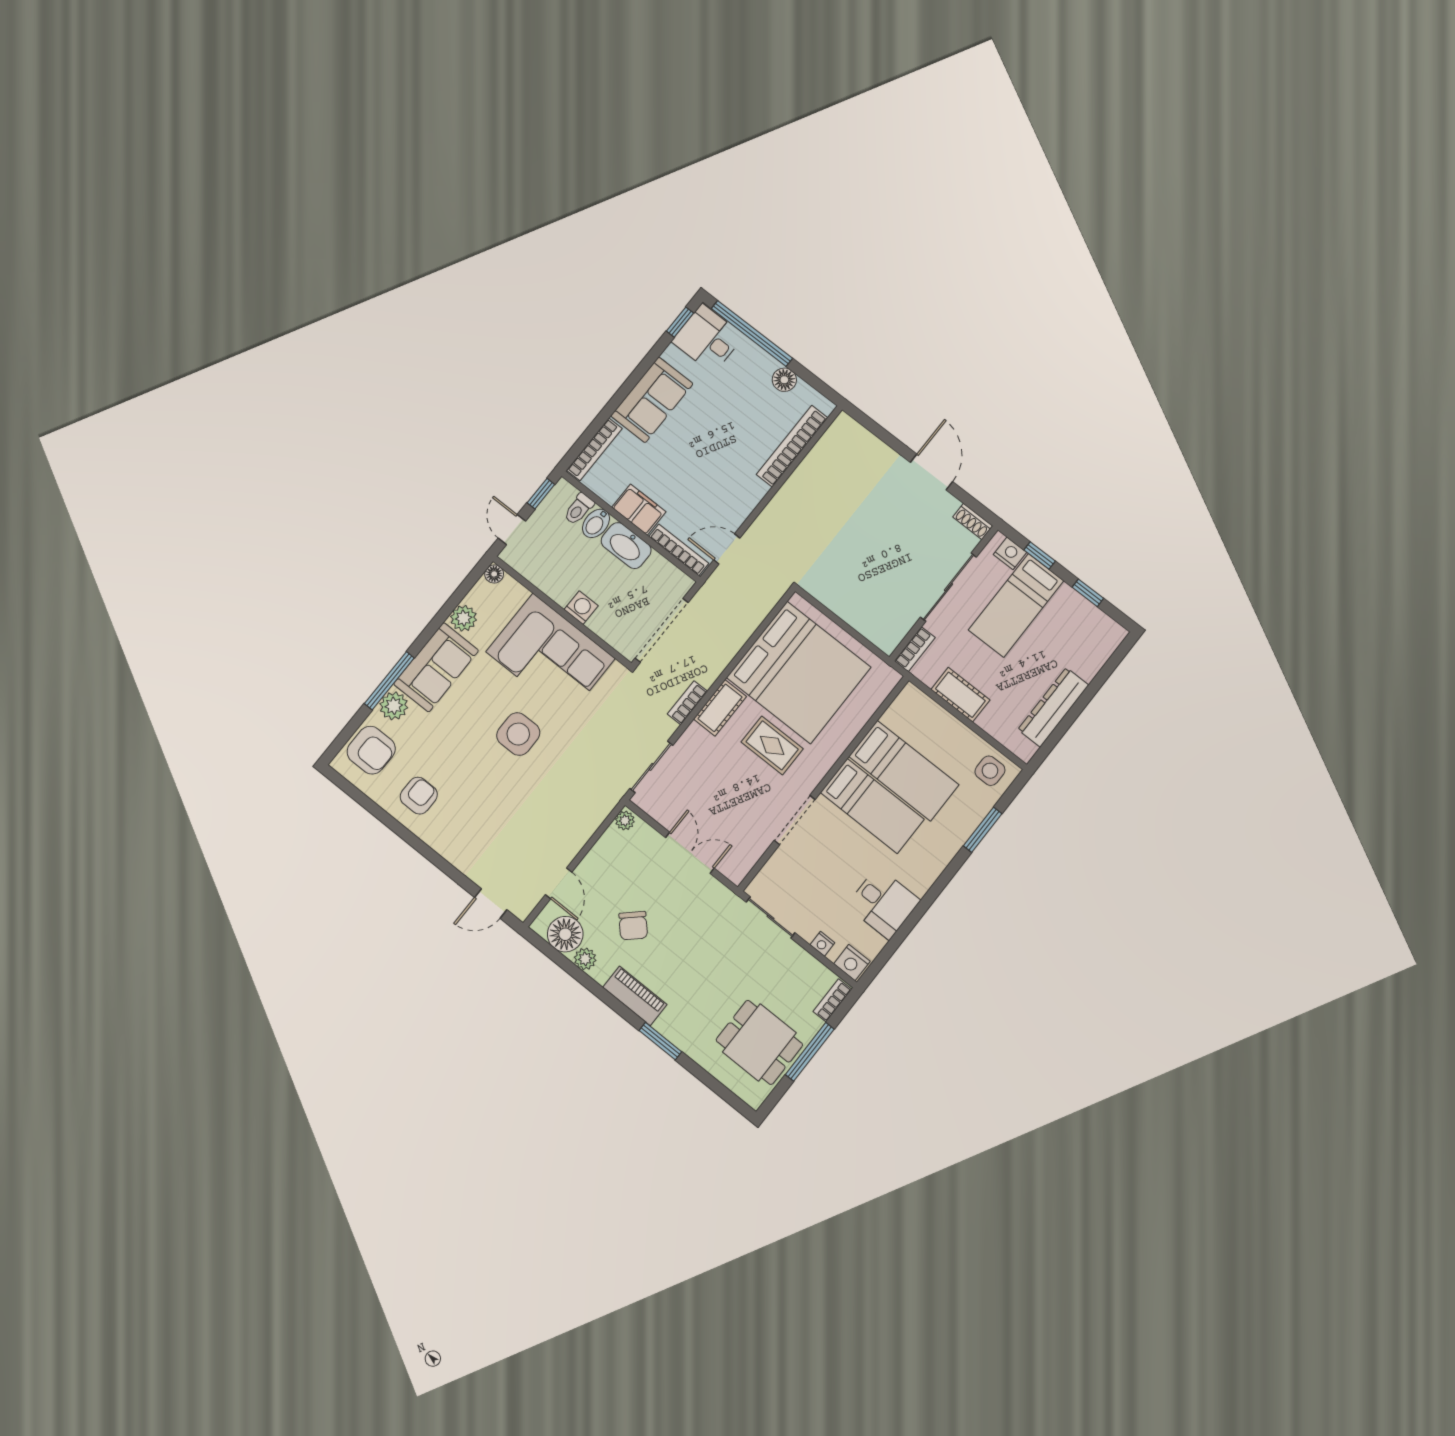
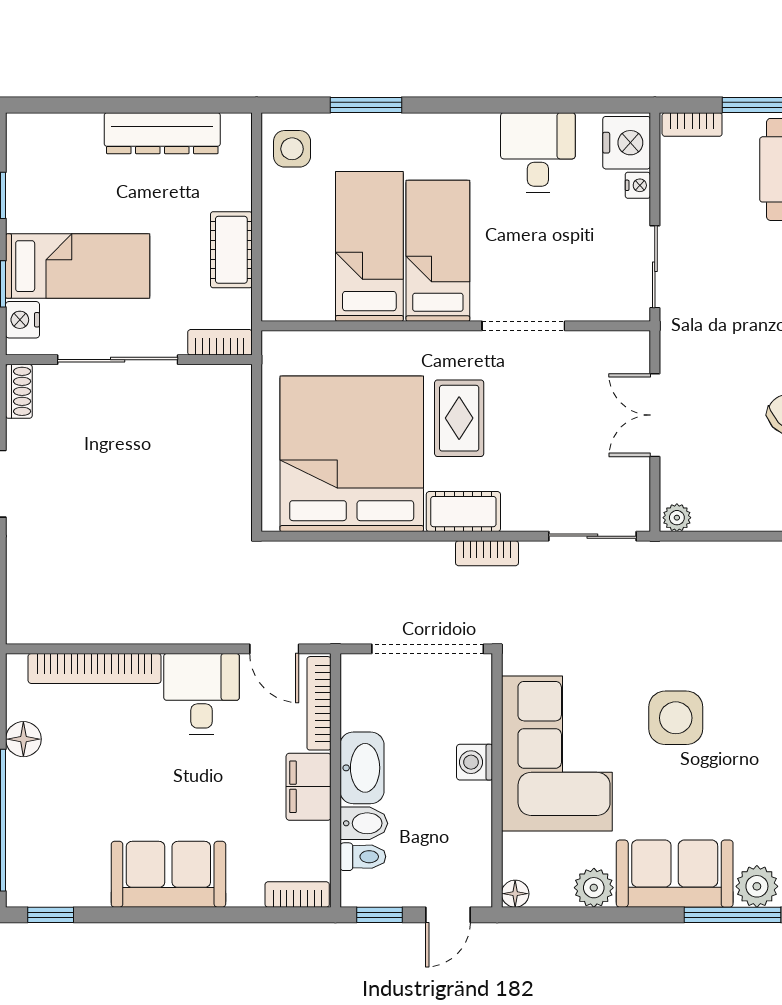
desk: (708, 339) -> (202, 694), moved, turned 180
bookcase: (594, 449) -> (297, 894), width x0.64
nightstand: (852, 962) -> (627, 143), width x1.36, depth x1.33

